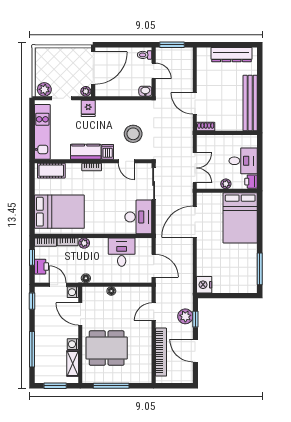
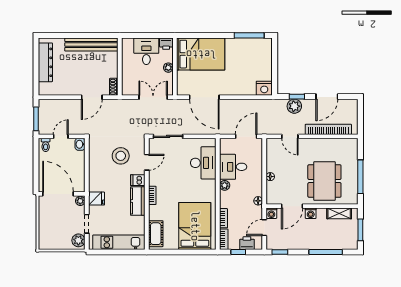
desk: (138, 217) -> (203, 163), moved, turned 90
plant: (84, 243) -> (225, 185), moved
washing machine: (73, 344) -> (311, 213), moved

